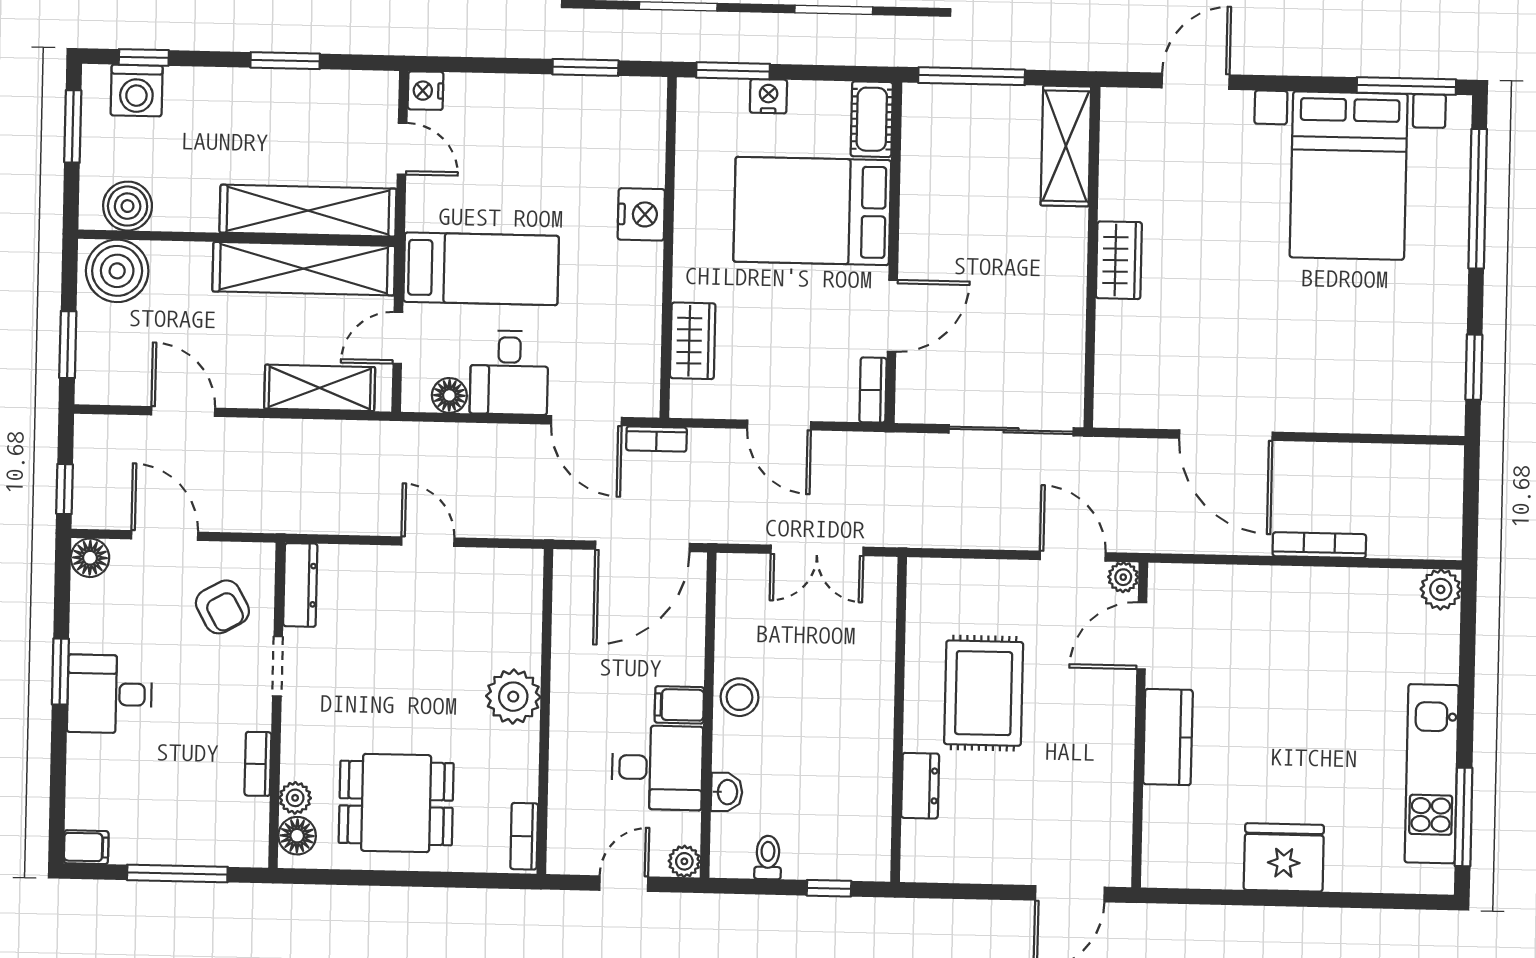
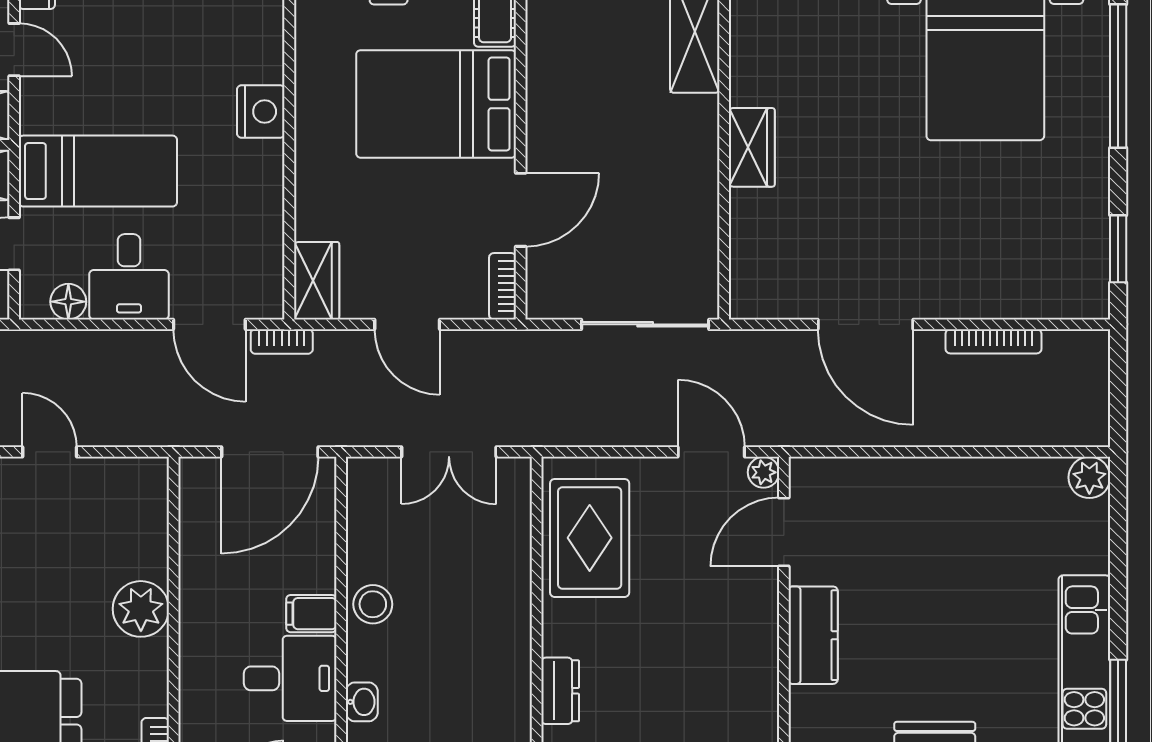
wardrobe: (693, 341) -> (317, 281), moved
bookcase: (1319, 545) -> (994, 341), moved, turned 180
rug: (984, 693) -> (590, 538), moved

